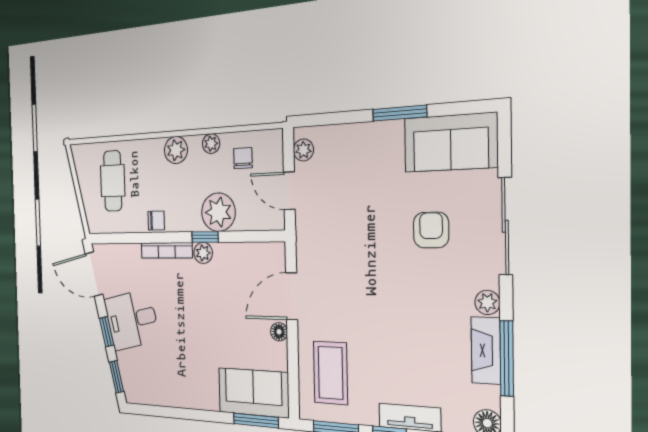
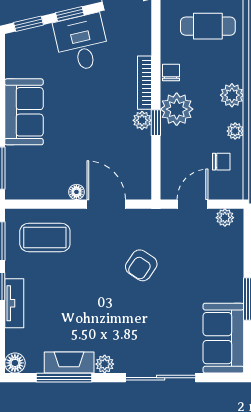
plant: (218, 212) -> (177, 109), moved
chair: (156, 221) -> (171, 72), turned 180
armchair: (431, 230) -> (141, 265), moved, turned 124
sofa: (253, 393) -> (24, 112), moved

